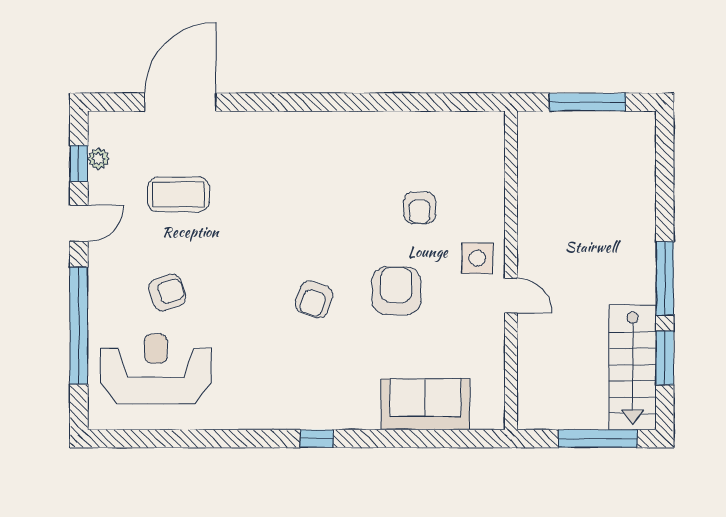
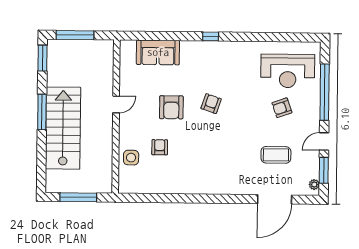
plant: (98, 159) -> (314, 185), moved
window: (79, 163) -> (324, 170), width x1.50
side table: (477, 258) -> (131, 158), moved
door: (511, 296) -> (116, 104), swing flipped
window: (665, 358) -> (42, 58), moved
stairs: (632, 367) -> (63, 128), moved, width x1.36, depth x1.51

